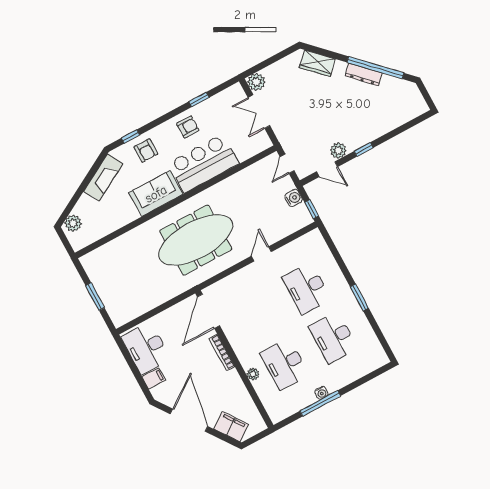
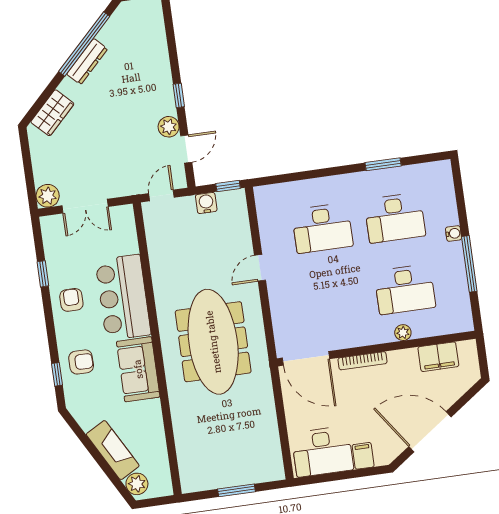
door: (287, 164) -> (161, 195), swing flipped
fireplace: (103, 177) -> (113, 450), moved
door: (261, 254) -> (260, 268), hinge flipped
window: (359, 297) -> (383, 164), moved
water cooler: (321, 393) -> (453, 233), moved
filing cabinet: (231, 427) -> (438, 357), moved, turned -145

